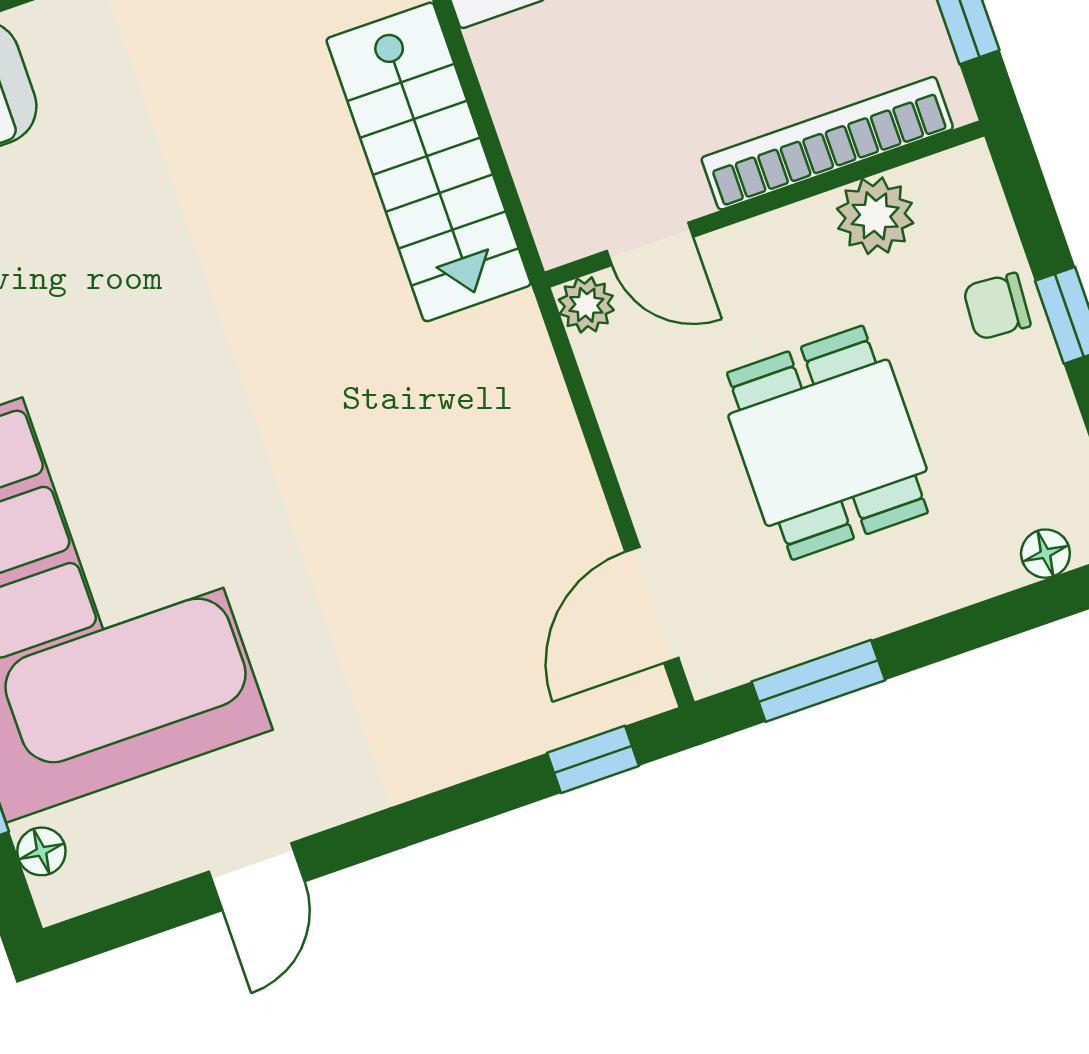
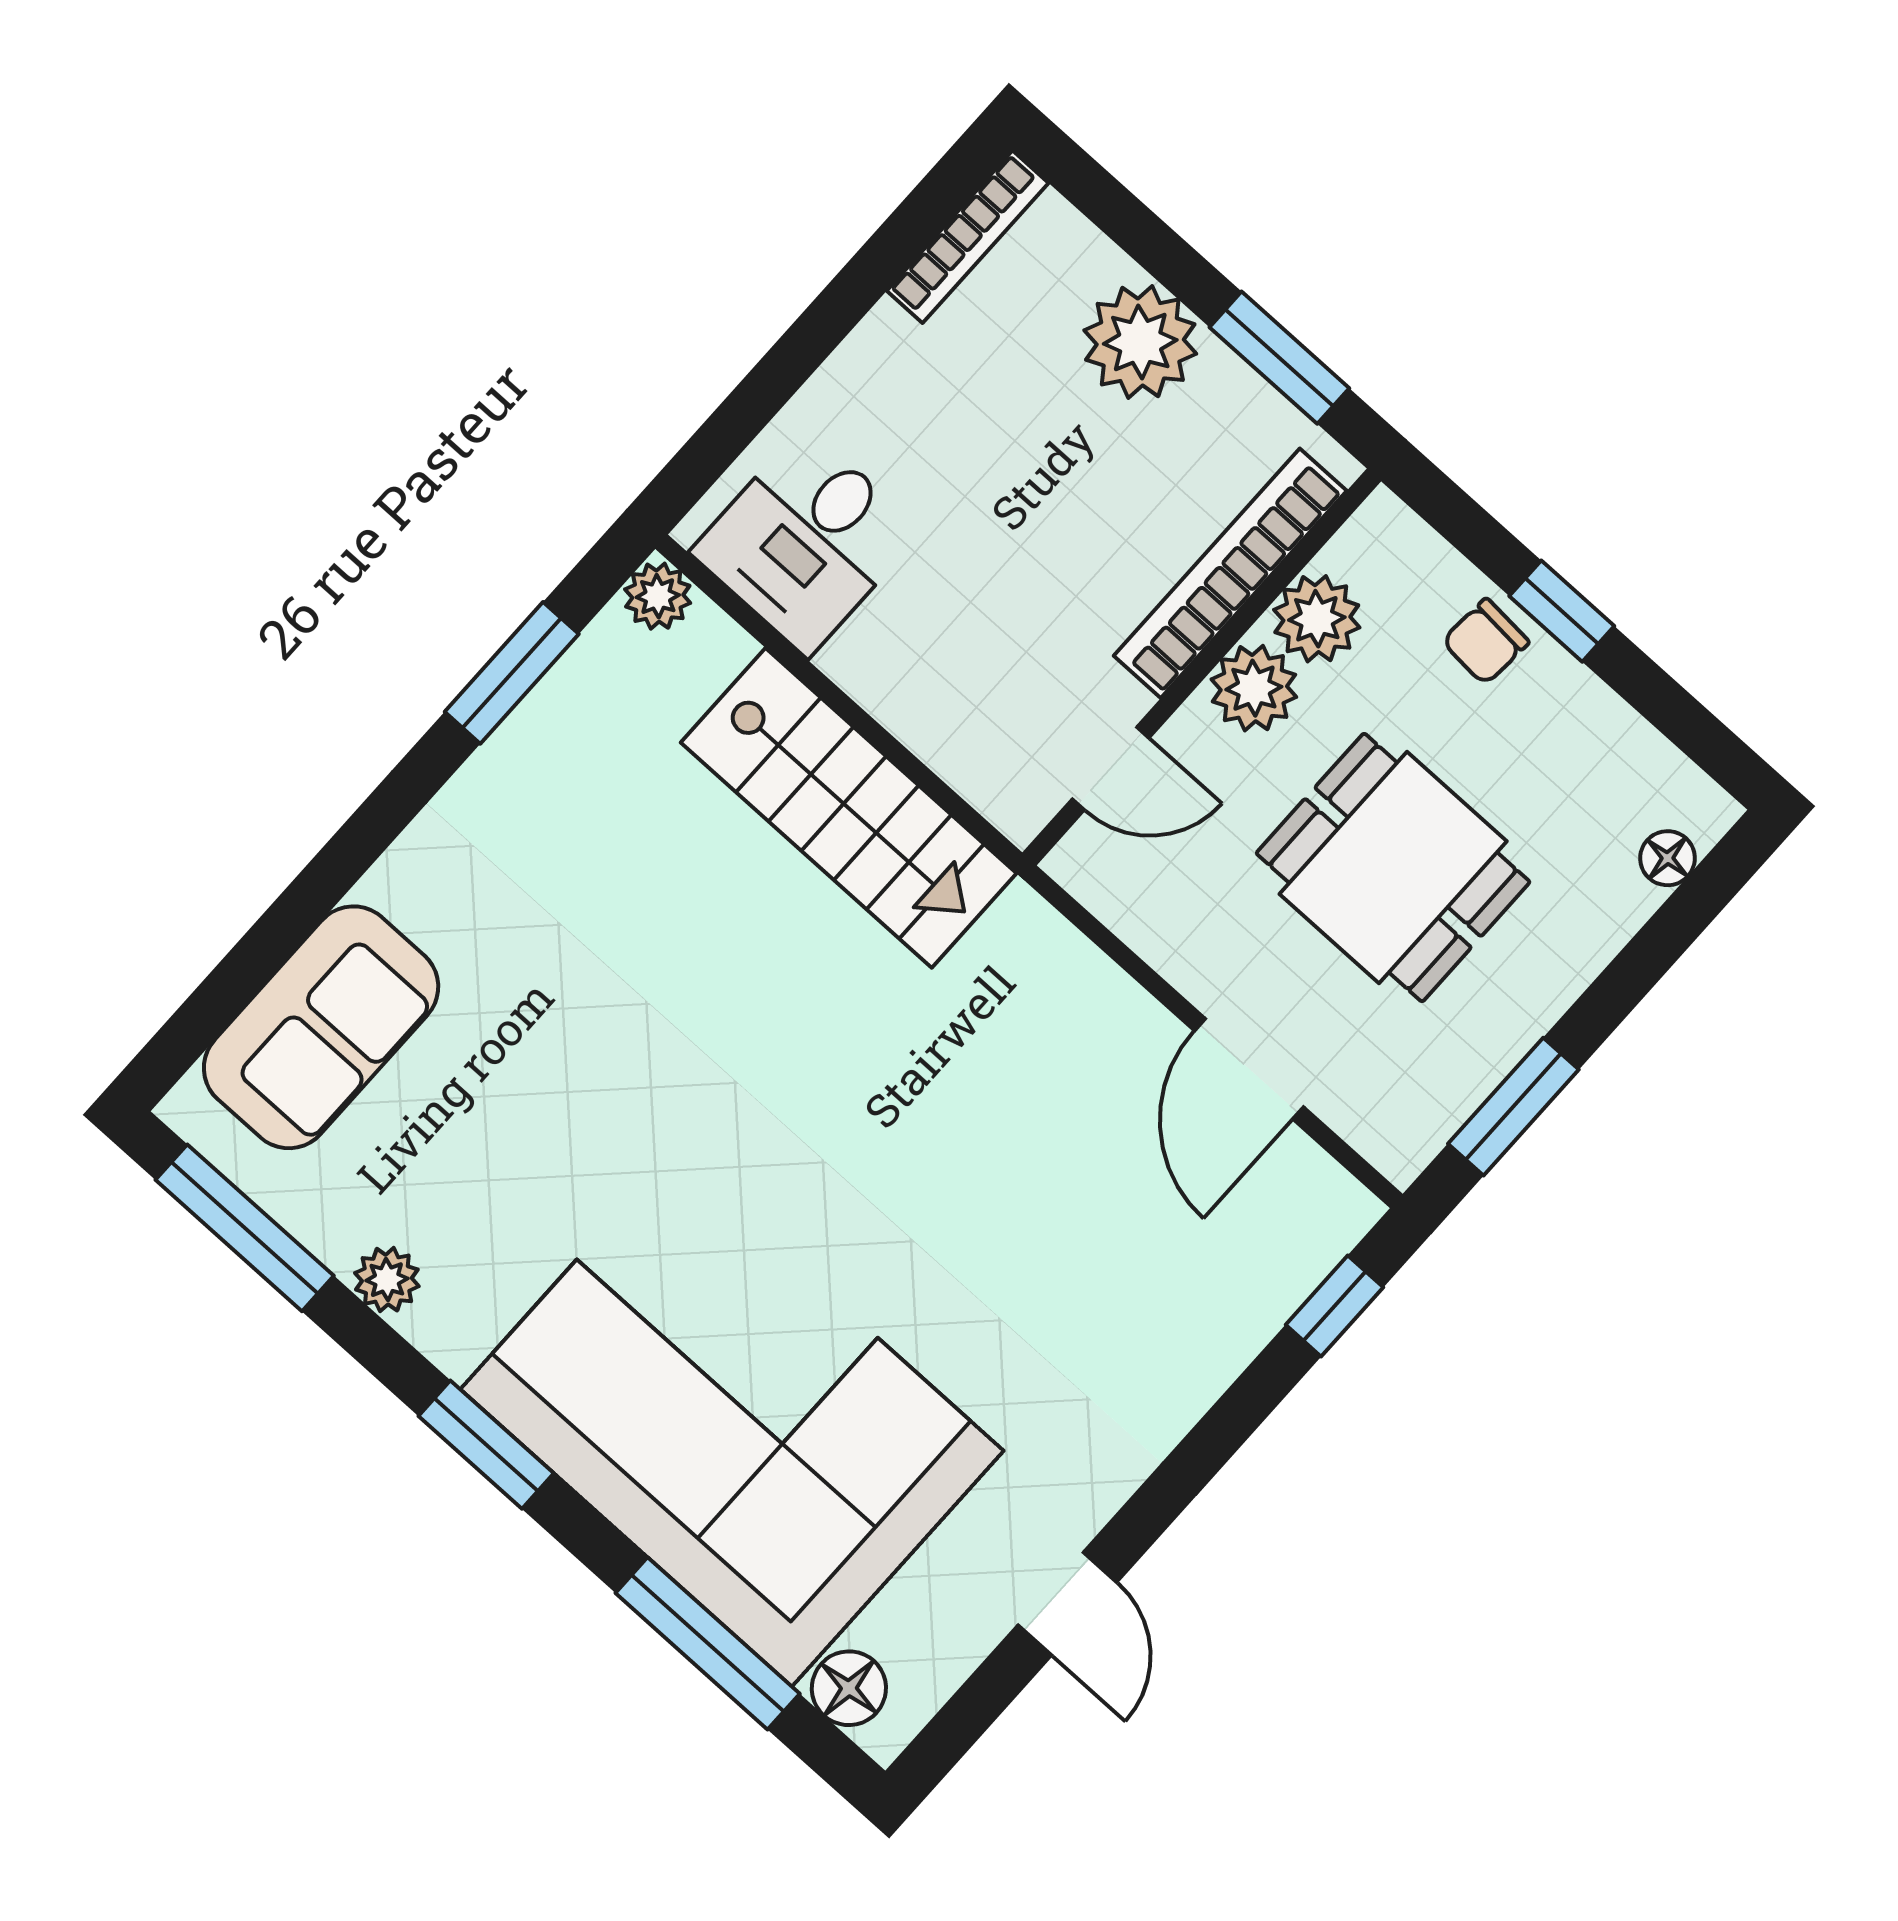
plant: (586, 305) -> (1254, 688), moved, width x1.38, depth x1.38
door: (652, 605) -> (1249, 1069), moved
floor lamp: (41, 851) -> (849, 1688), width x1.37, depth x1.37

